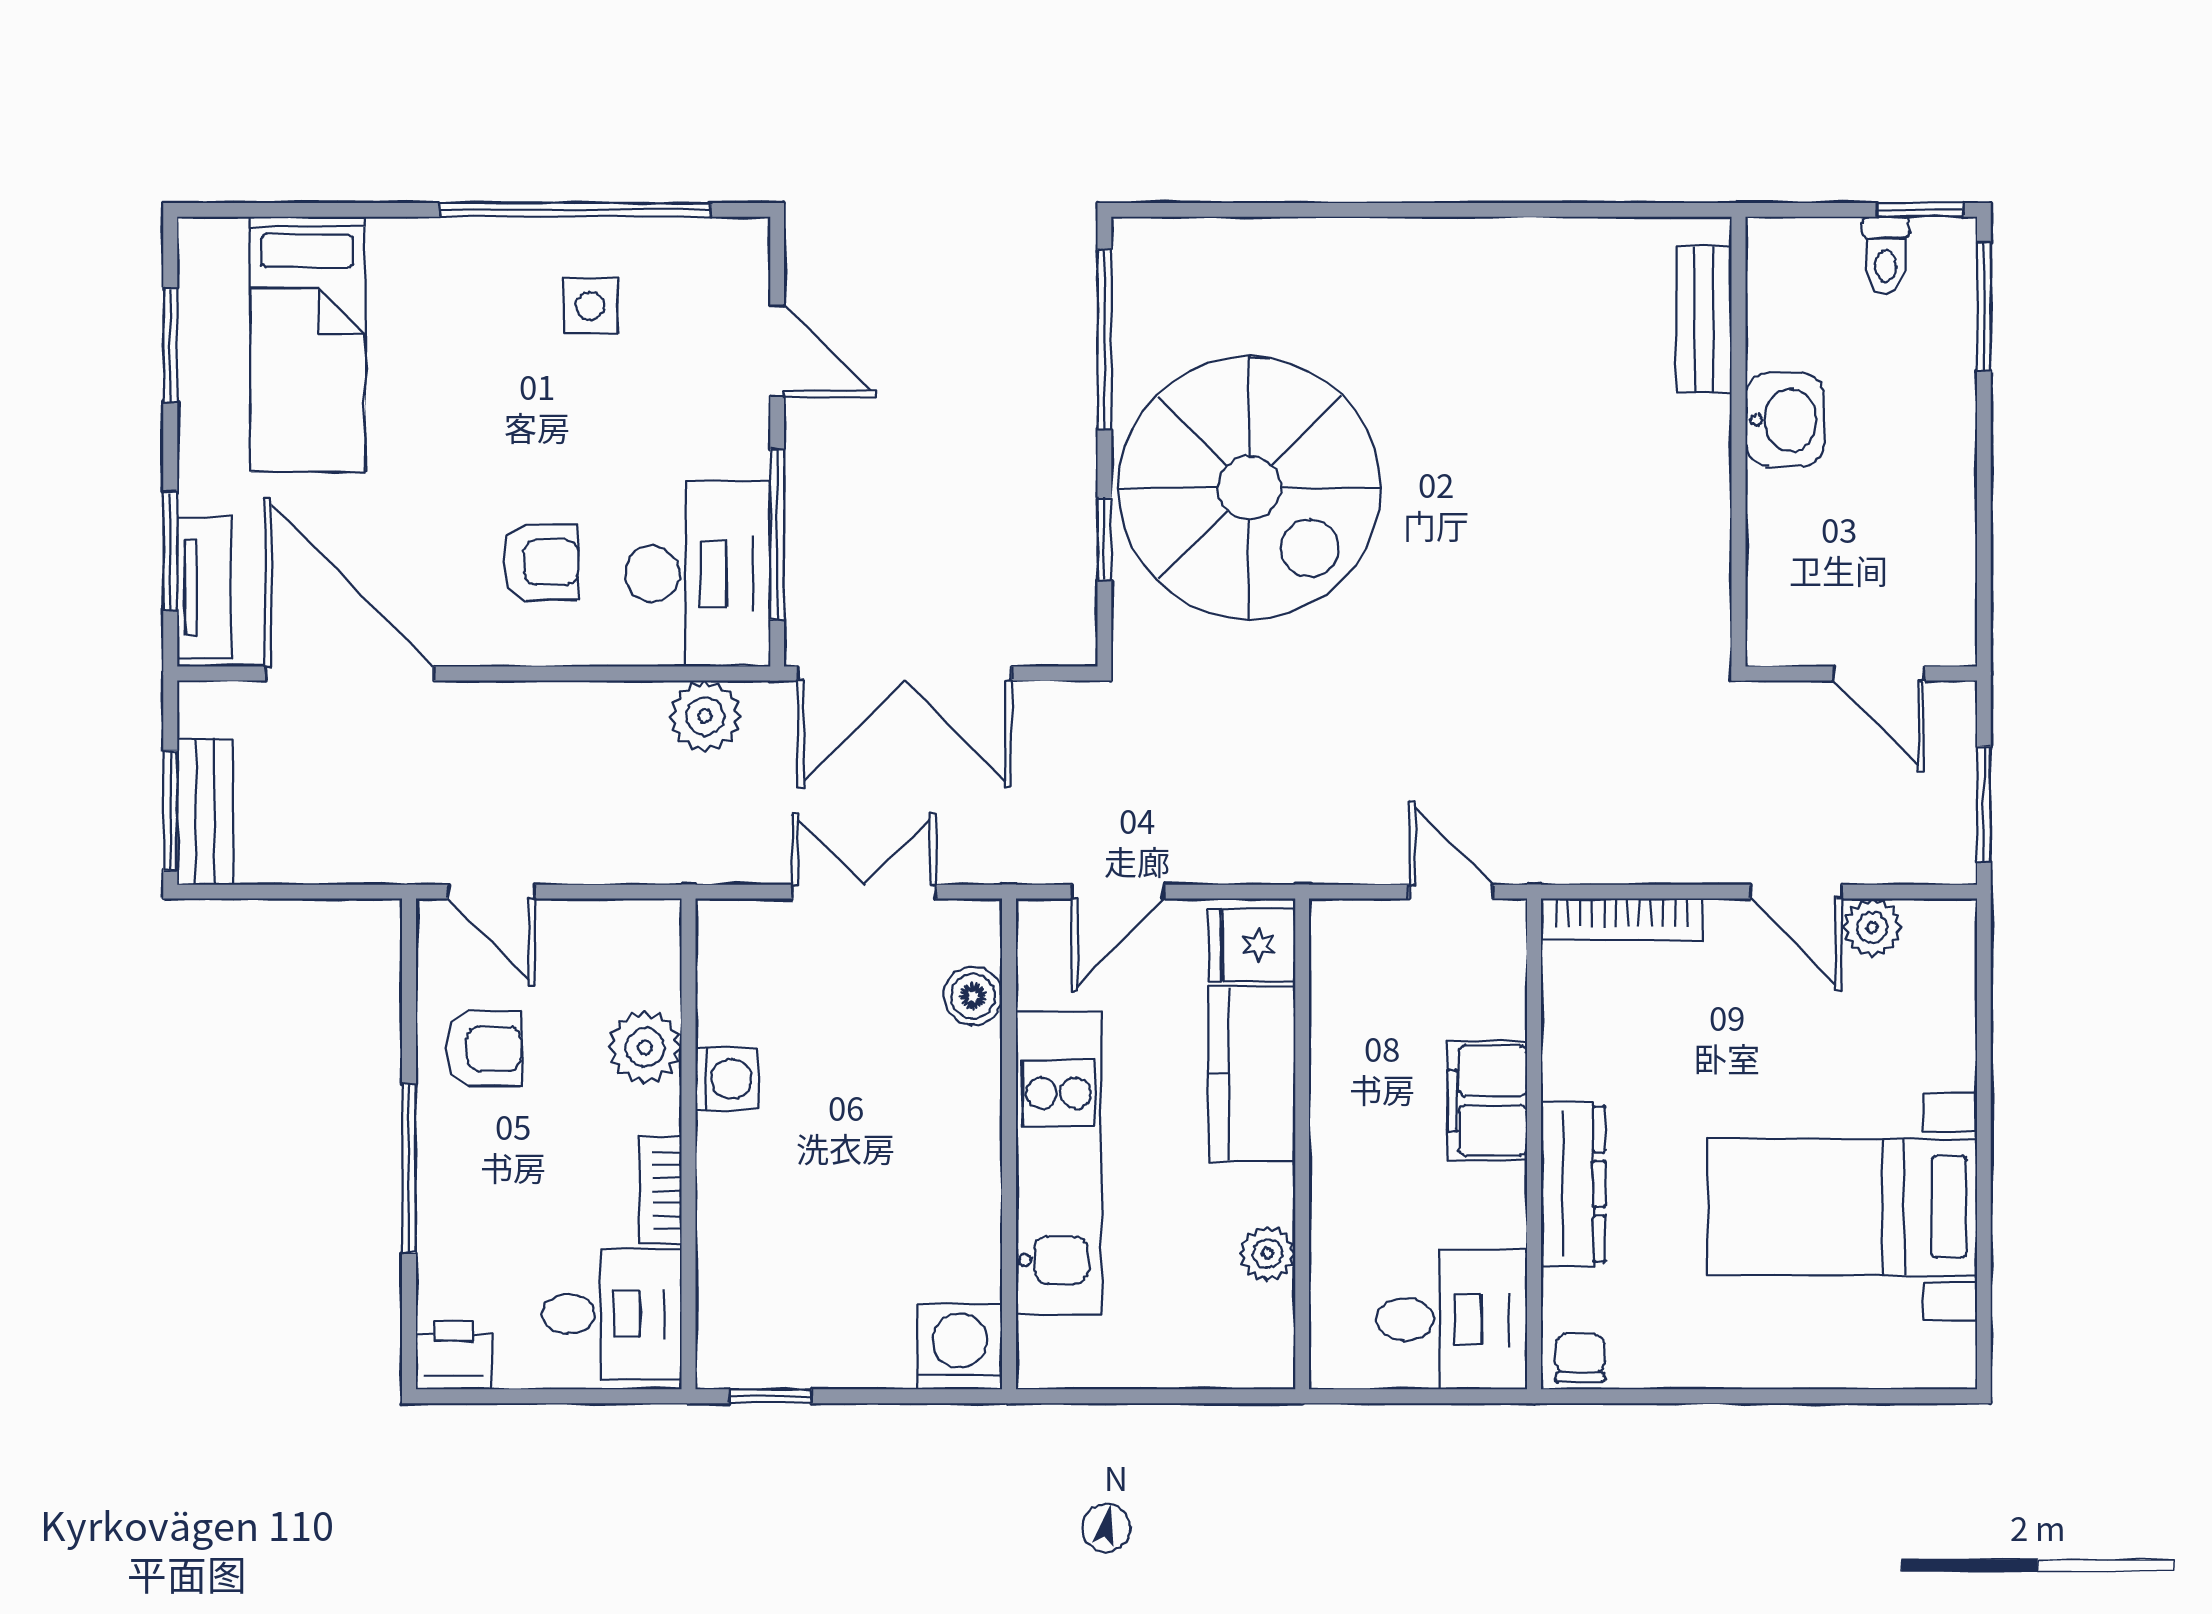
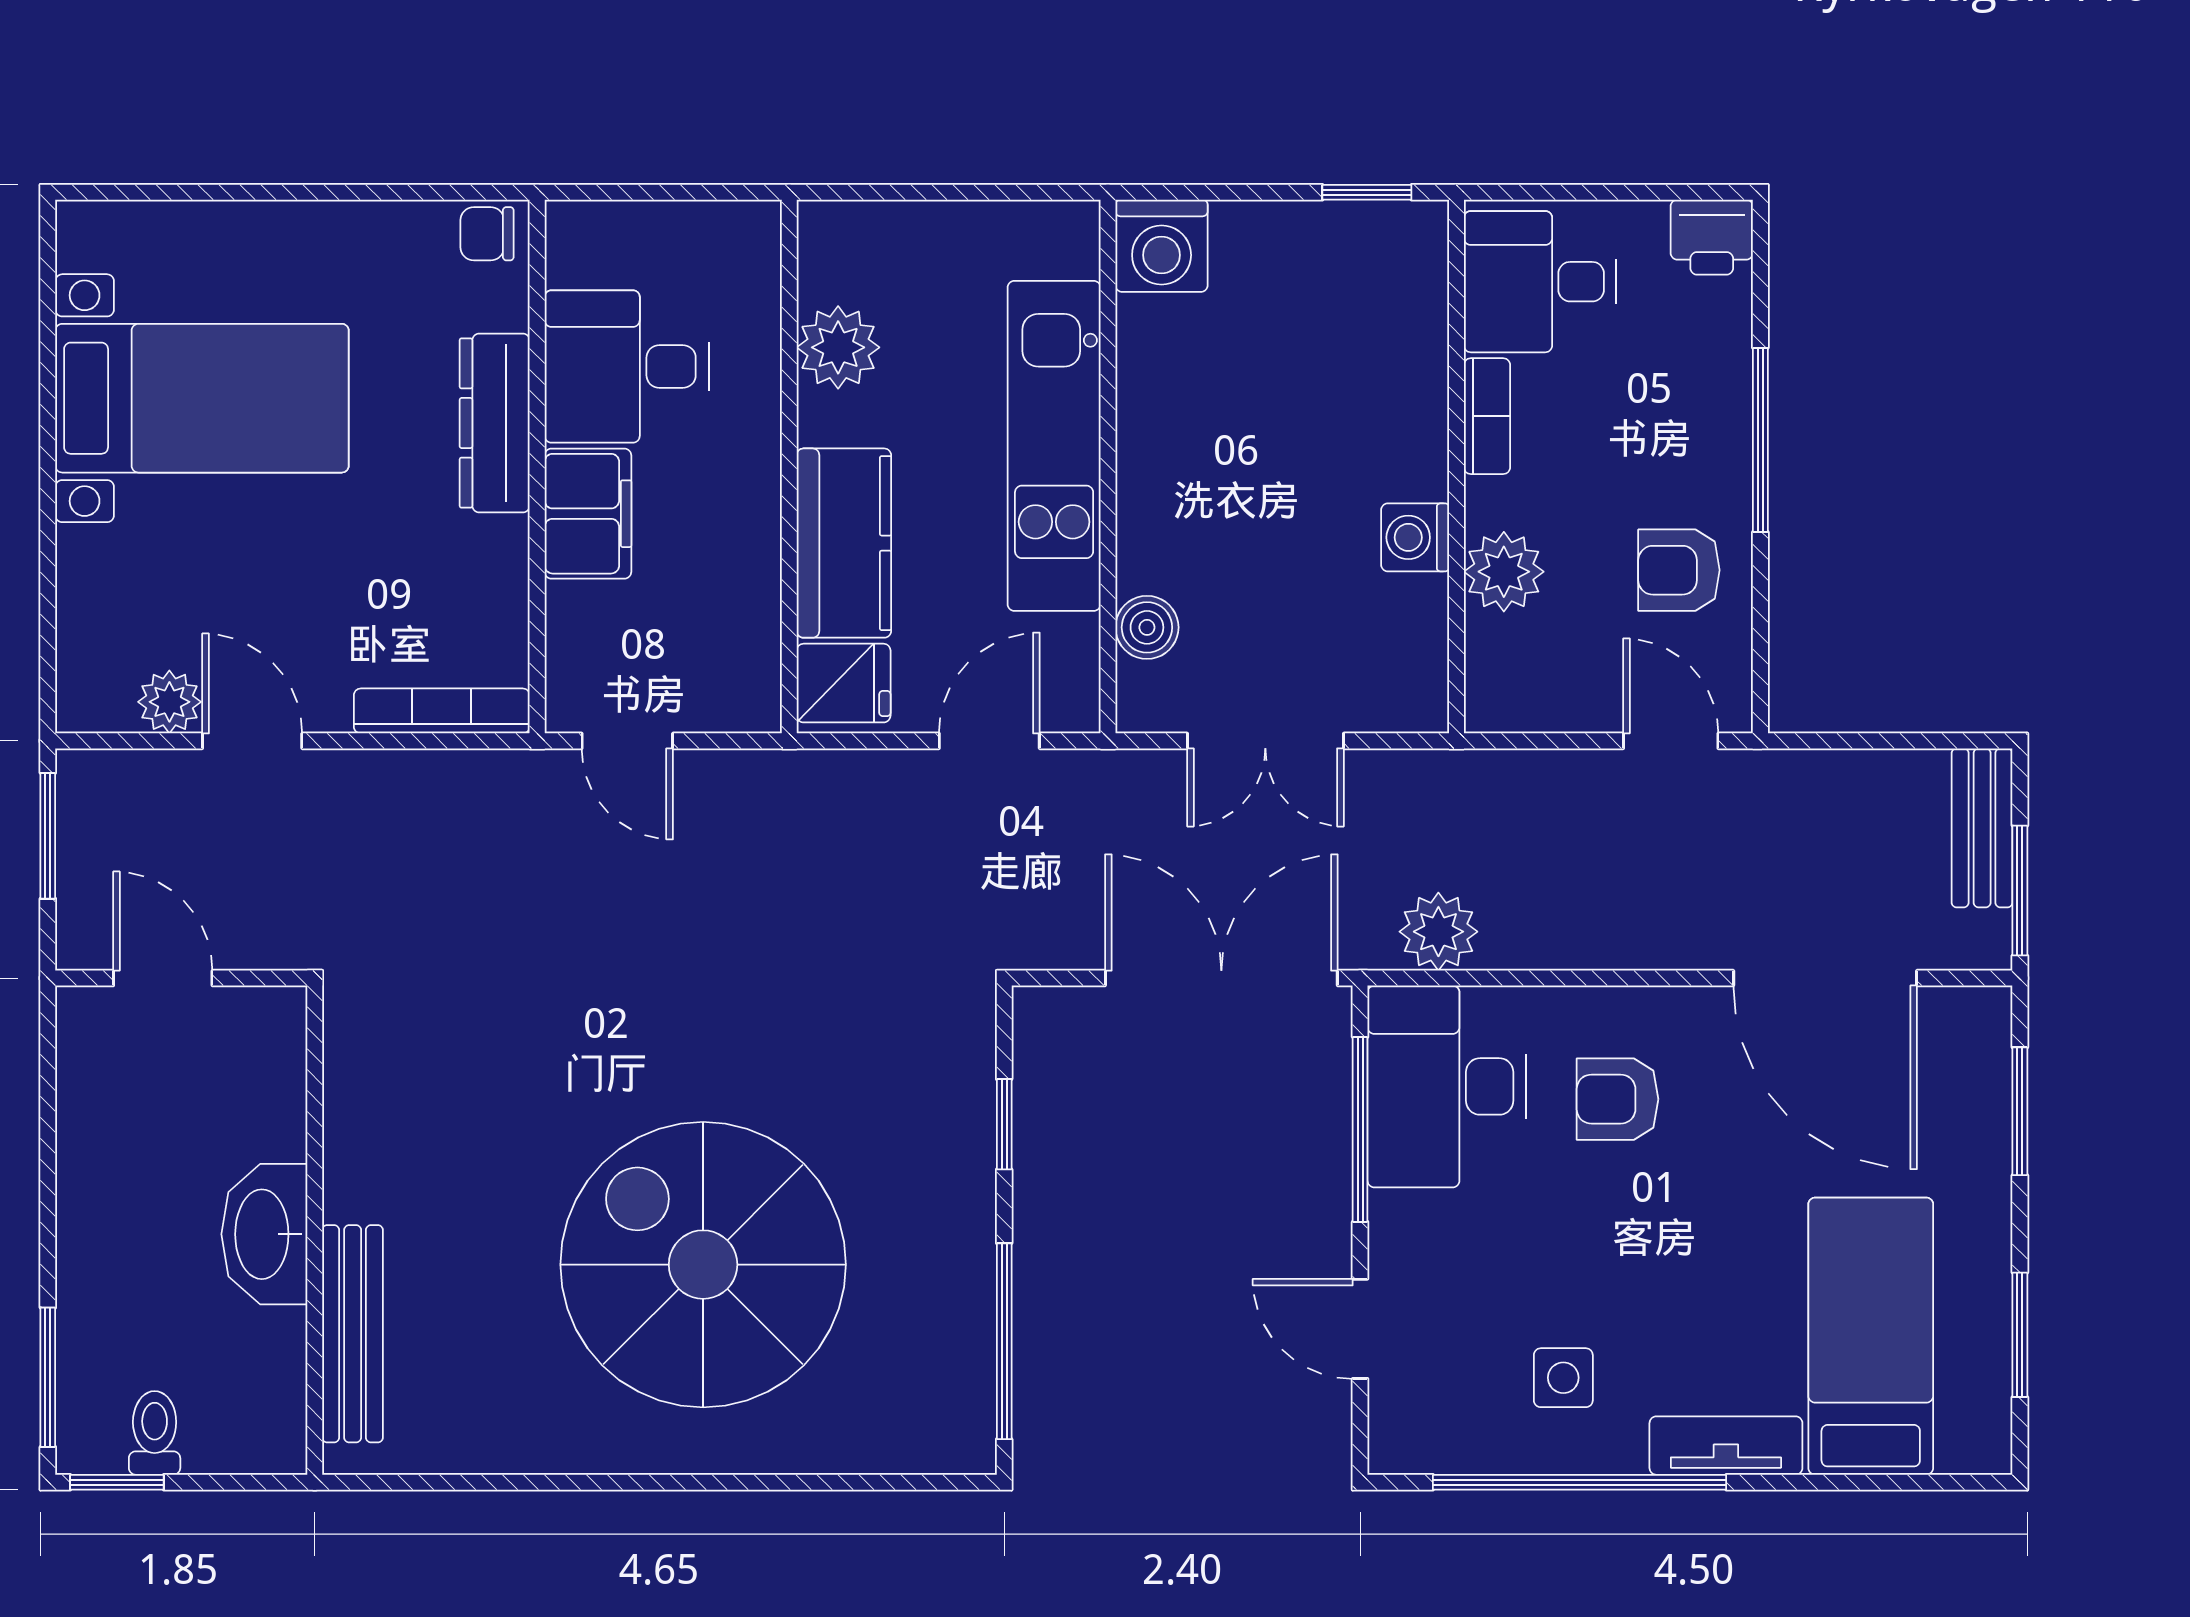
bench: (1704, 320) -> (353, 1334), width x1.36
washbasin: (1785, 420) -> (264, 1234), width x1.38
spiral stairs: (1249, 488) -> (703, 1265), moved
tv unit: (204, 588) -> (1726, 1446), moved, turned 90
window: (170, 811) -> (2020, 891), moved
plant: (1268, 1254) -> (838, 347), width x1.38, depth x1.38
desk: (1452, 1319) -> (627, 366), moved
chair: (1580, 1358) -> (487, 234), turned 90

